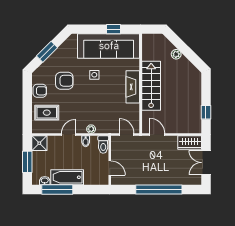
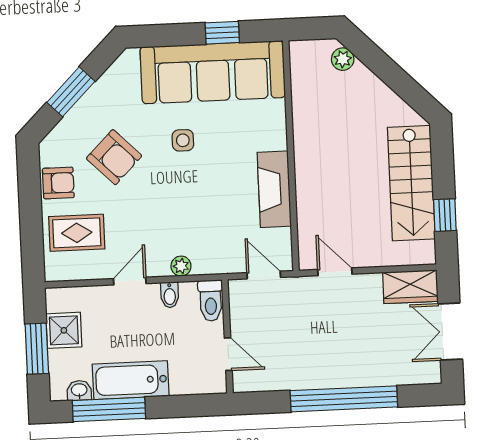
plant: (176, 54) -> (343, 59), moved
armchair: (64, 81) -> (114, 157), turned 45
stairs: (151, 86) -> (411, 183), moved, turned 180
fireplace: (133, 87) -> (274, 189), moved
shower: (39, 143) -> (64, 330), moved

